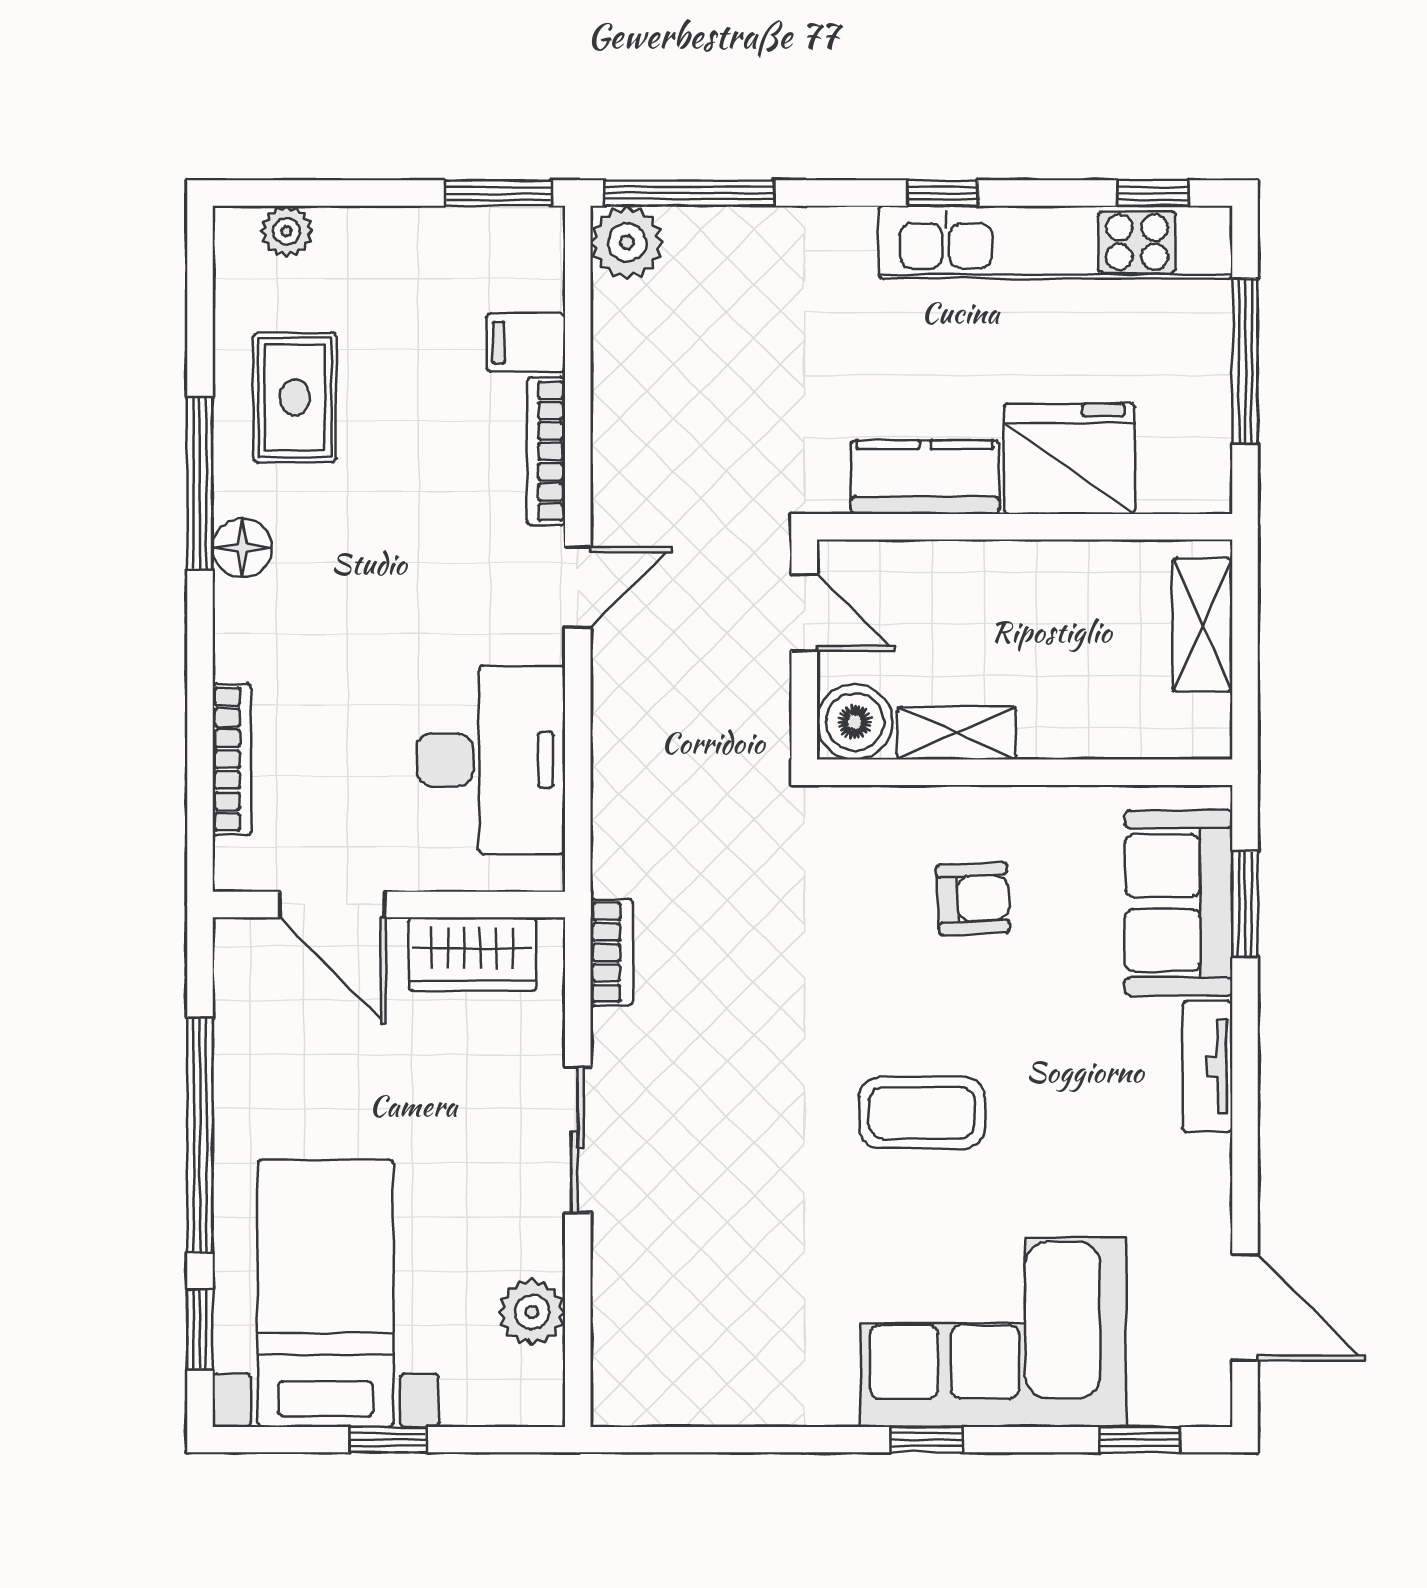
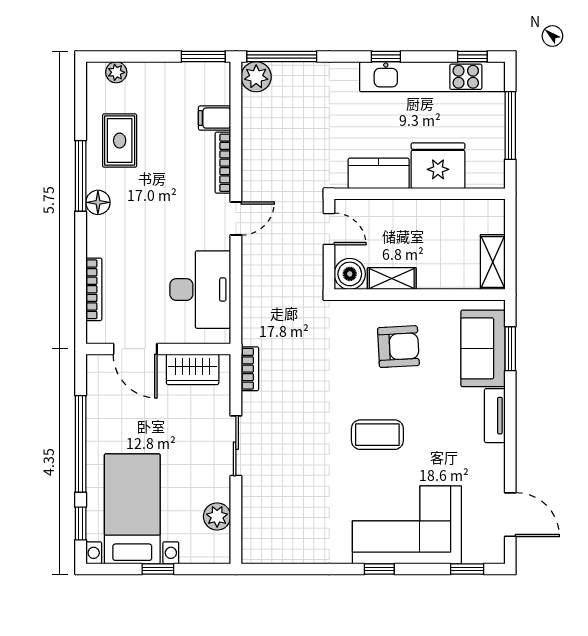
shelving: (1202, 625) -> (493, 262), moved
armchair: (973, 899) -> (398, 347), width x1.38, depth x1.38

